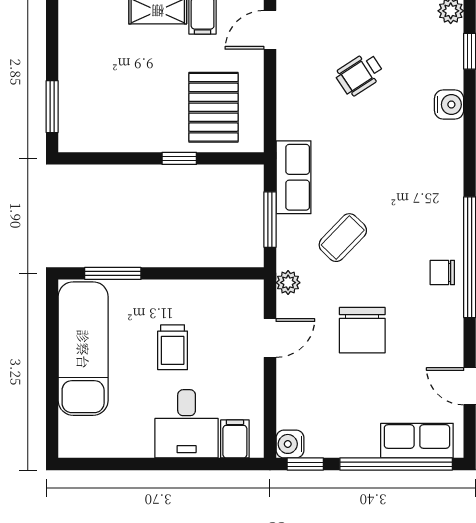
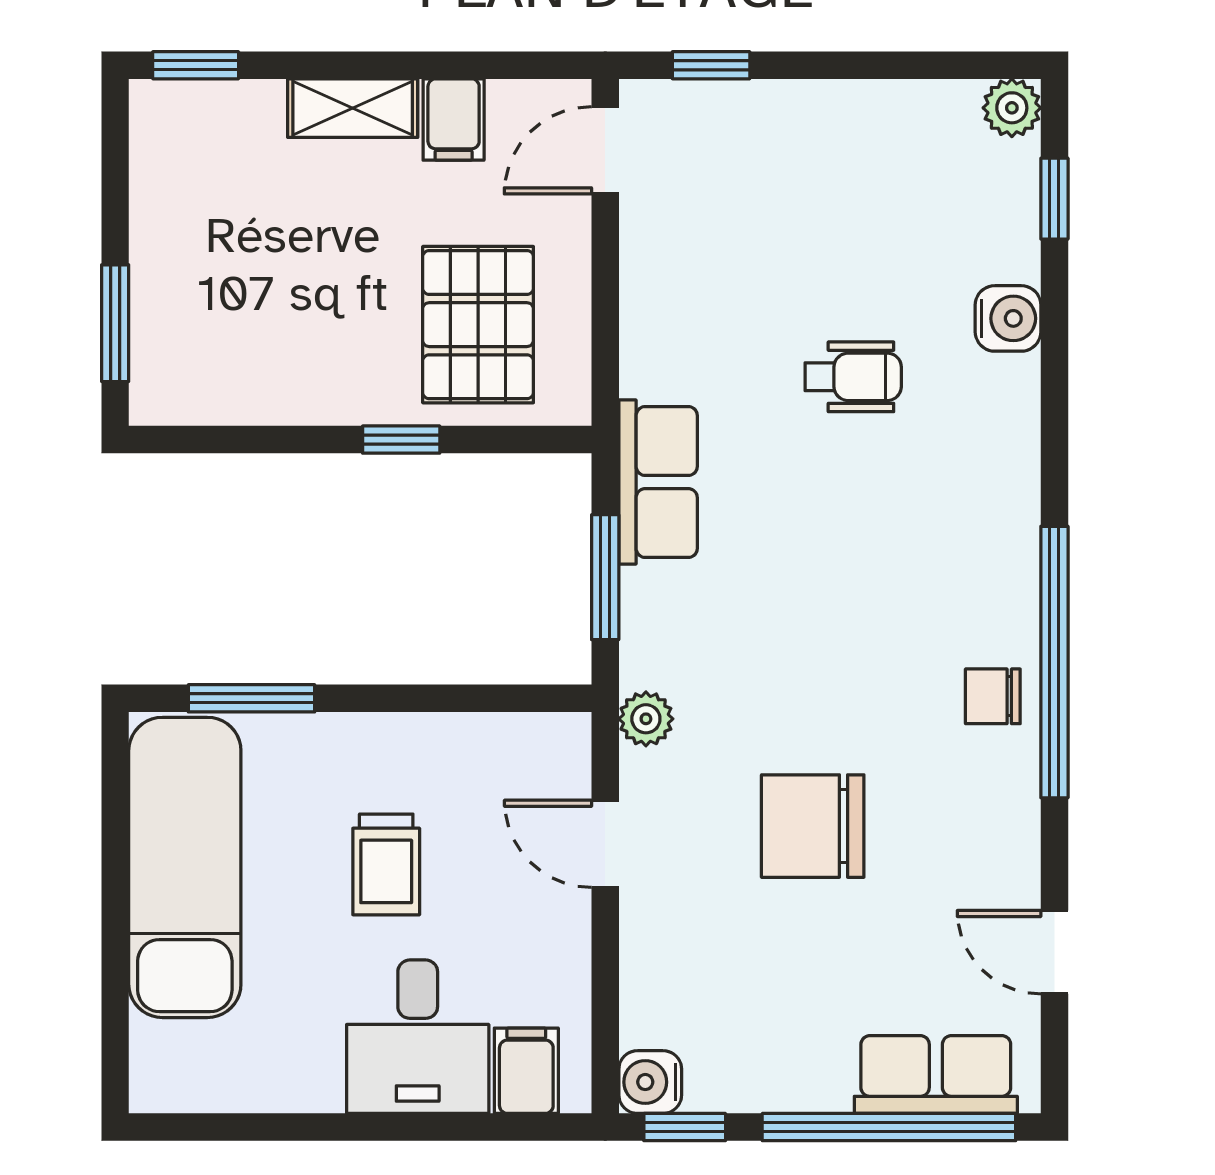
wheelchair: (360, 74) -> (853, 377), moved, turned -147
coffee table: (343, 238) -> (769, 618), removed
chair: (362, 330) -> (813, 826), turned 90
door: (270, 338) -> (605, 844), swing flipped

